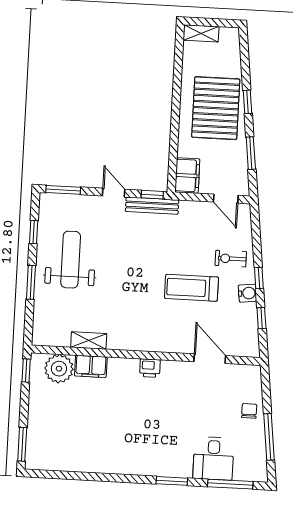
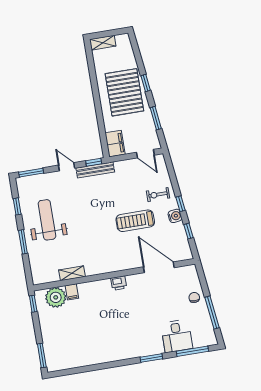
door: (210, 359) -> (159, 267), width x1.36
filing cabinet: (91, 366) -> (72, 292), width x0.50

